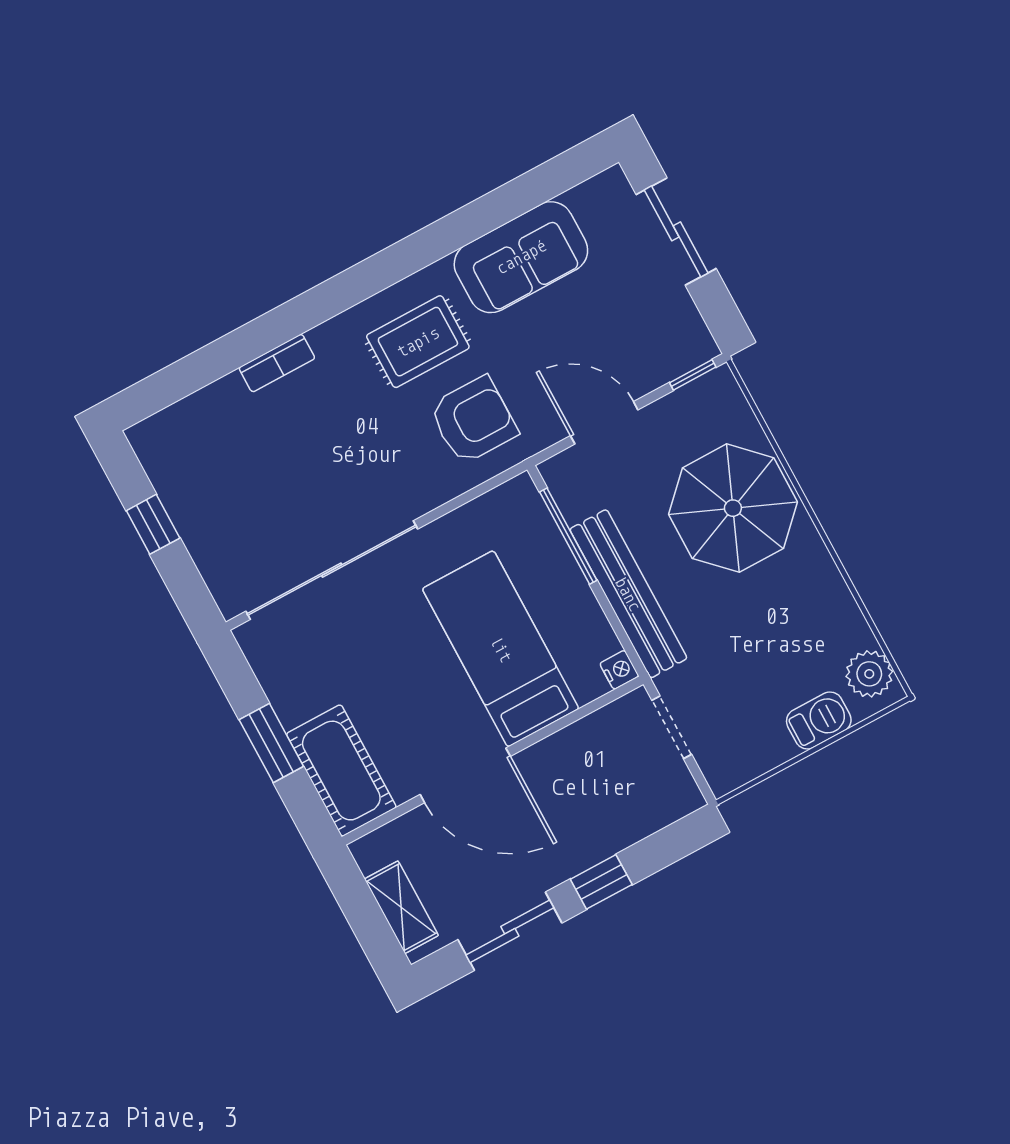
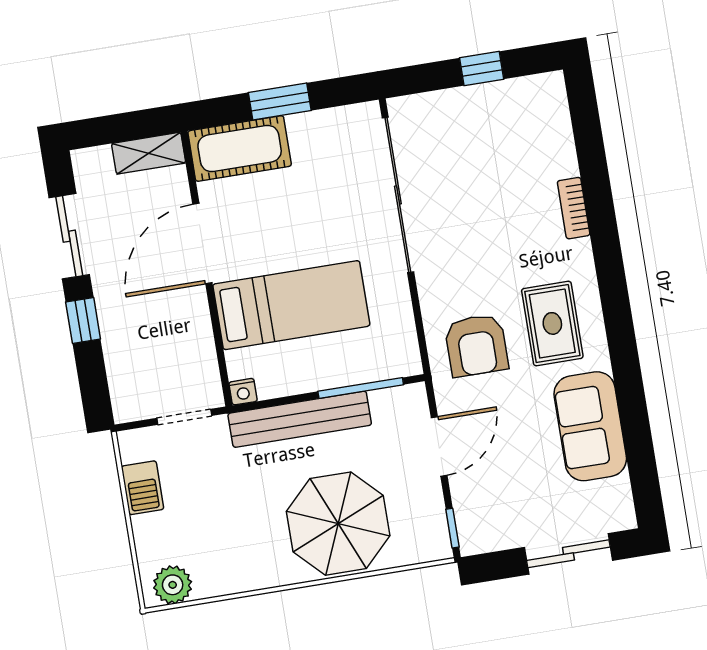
barbecue: (819, 720) -> (143, 488), moved
shelving: (401, 907) -> (149, 153), moved

